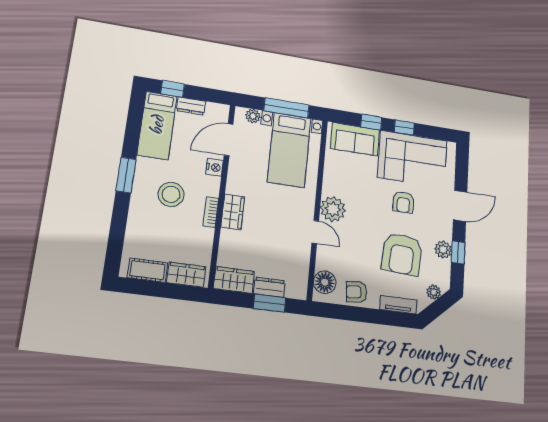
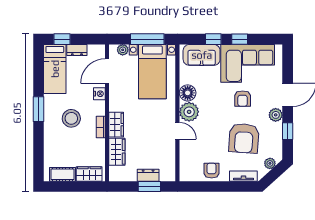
plant: (443, 250) -> (276, 115), moved
wardrobe: (234, 280) -> (117, 152), moved, turned 90
floor lamp: (325, 282) -> (188, 93), moved
armchair: (357, 292) -> (212, 171), turned 96

